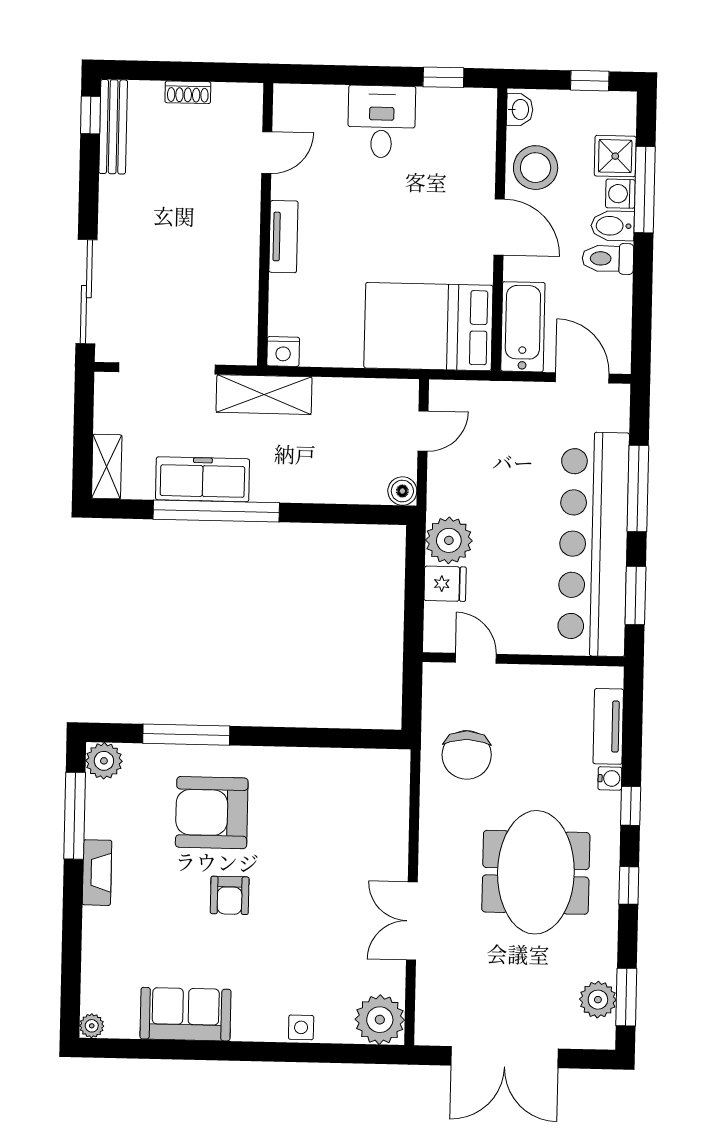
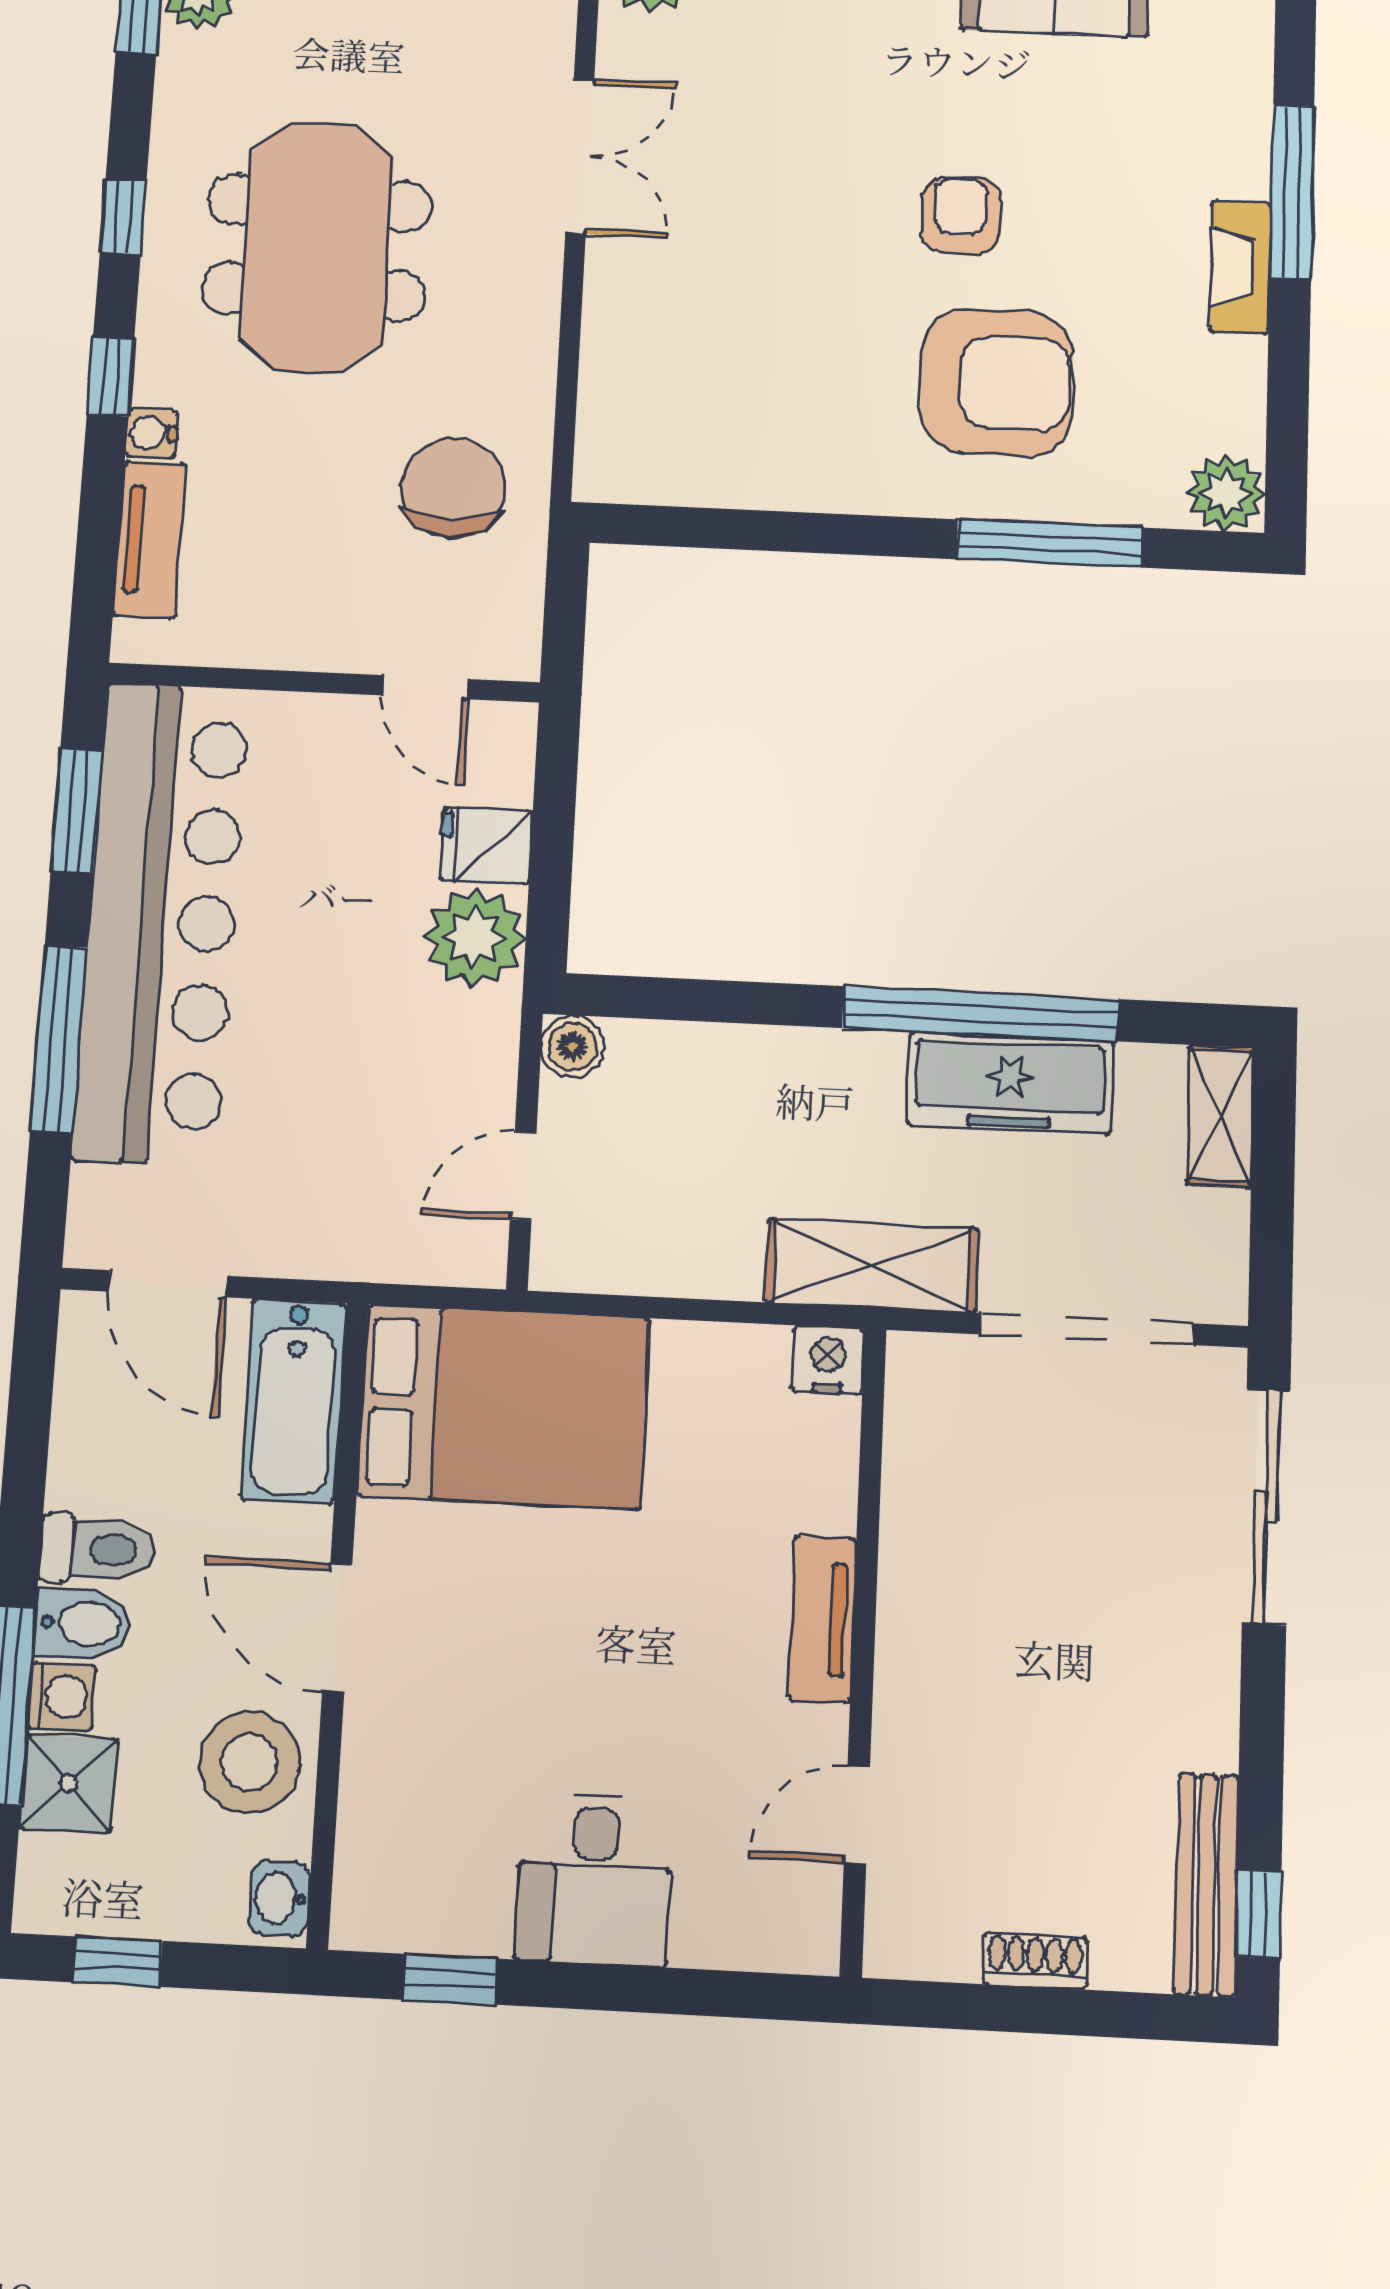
window: (75, 816) -> (1292, 191), moved

